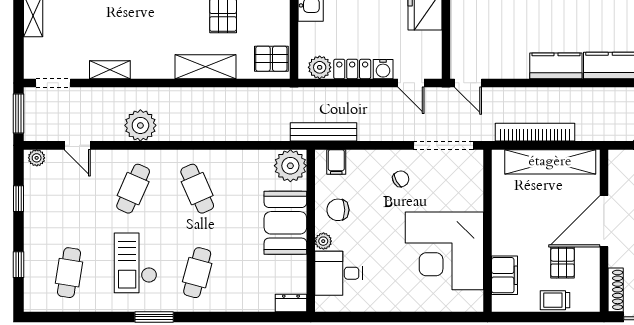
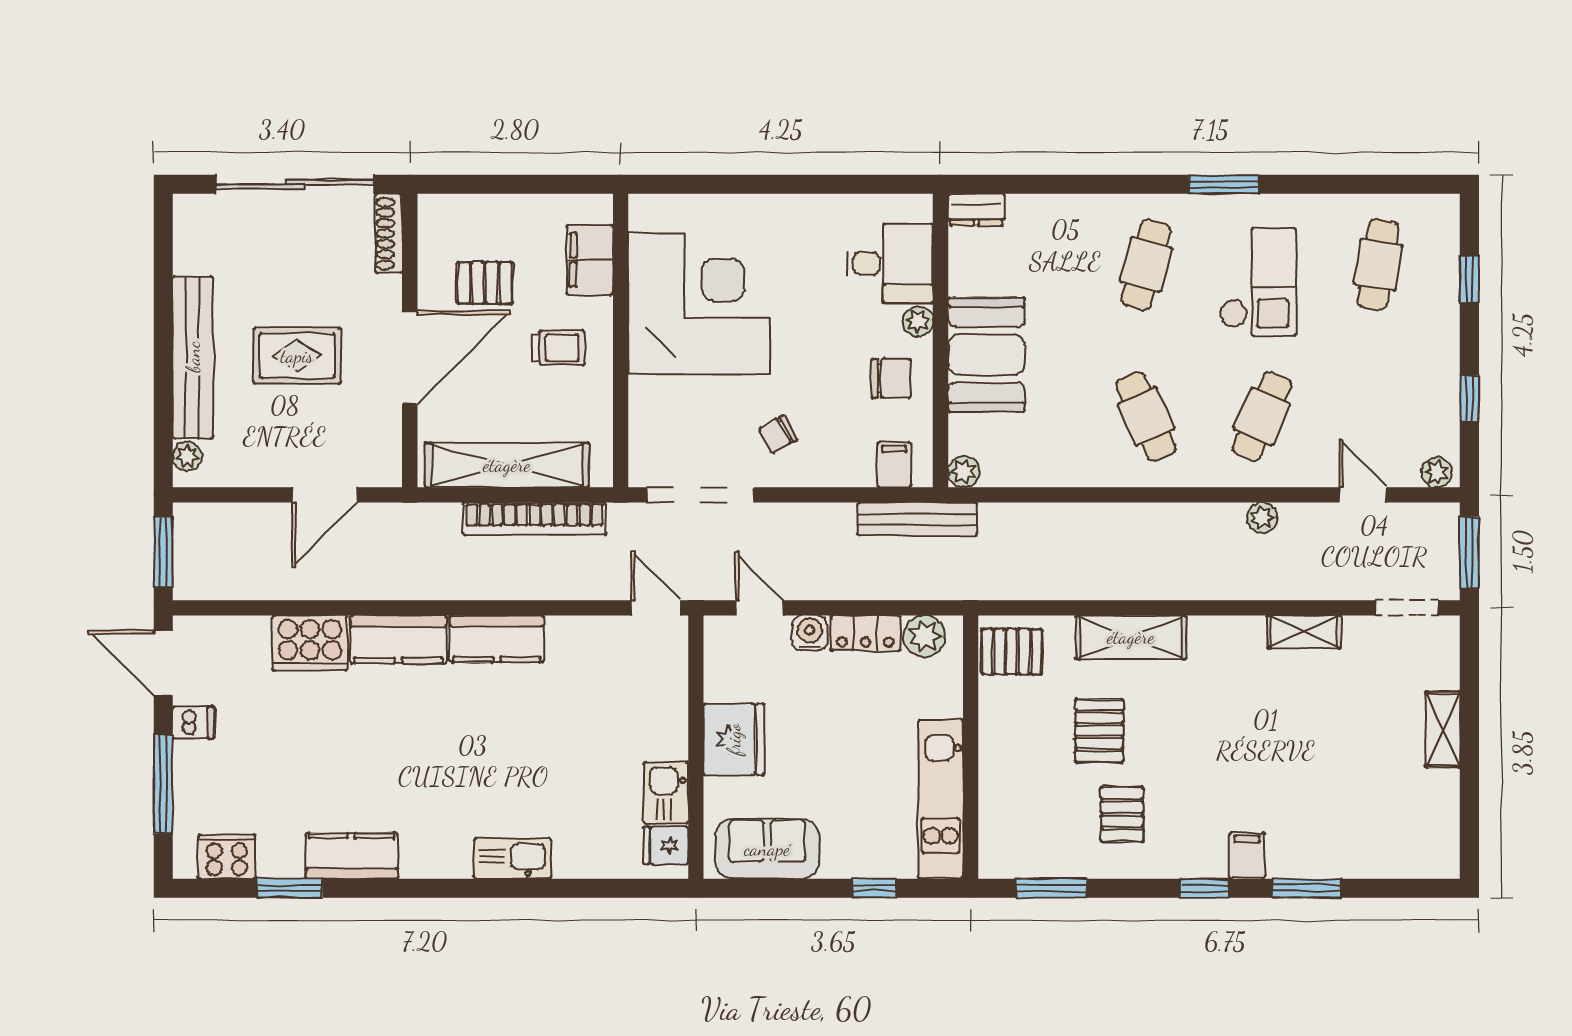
plant: (140, 125) -> (1262, 518), width x0.53, depth x0.53
plant: (290, 166) -> (964, 472), width x0.53, depth x0.53
pallet: (563, 263) -> (485, 283), turned 90
trolley: (555, 300) -> (558, 348), moved

